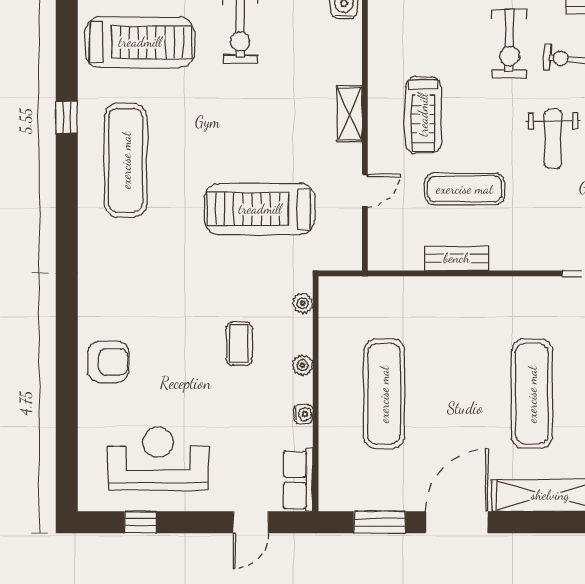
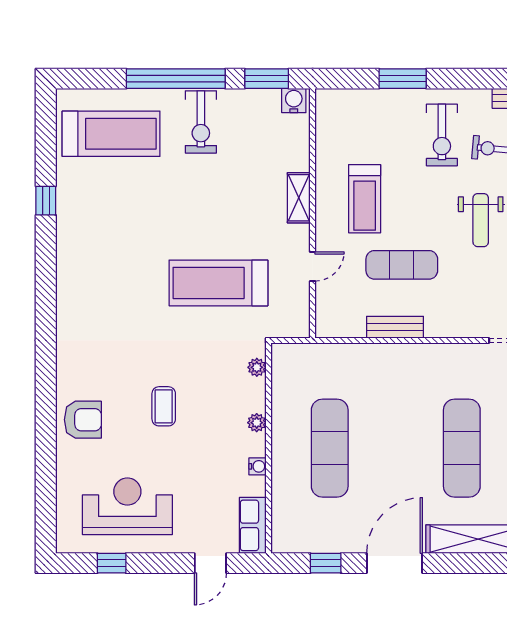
exercise mat: (126, 160) -> (98, 239), removed
coffee table: (239, 344) -> (164, 406), moved
window: (379, 522) -> (326, 563), width x0.67

